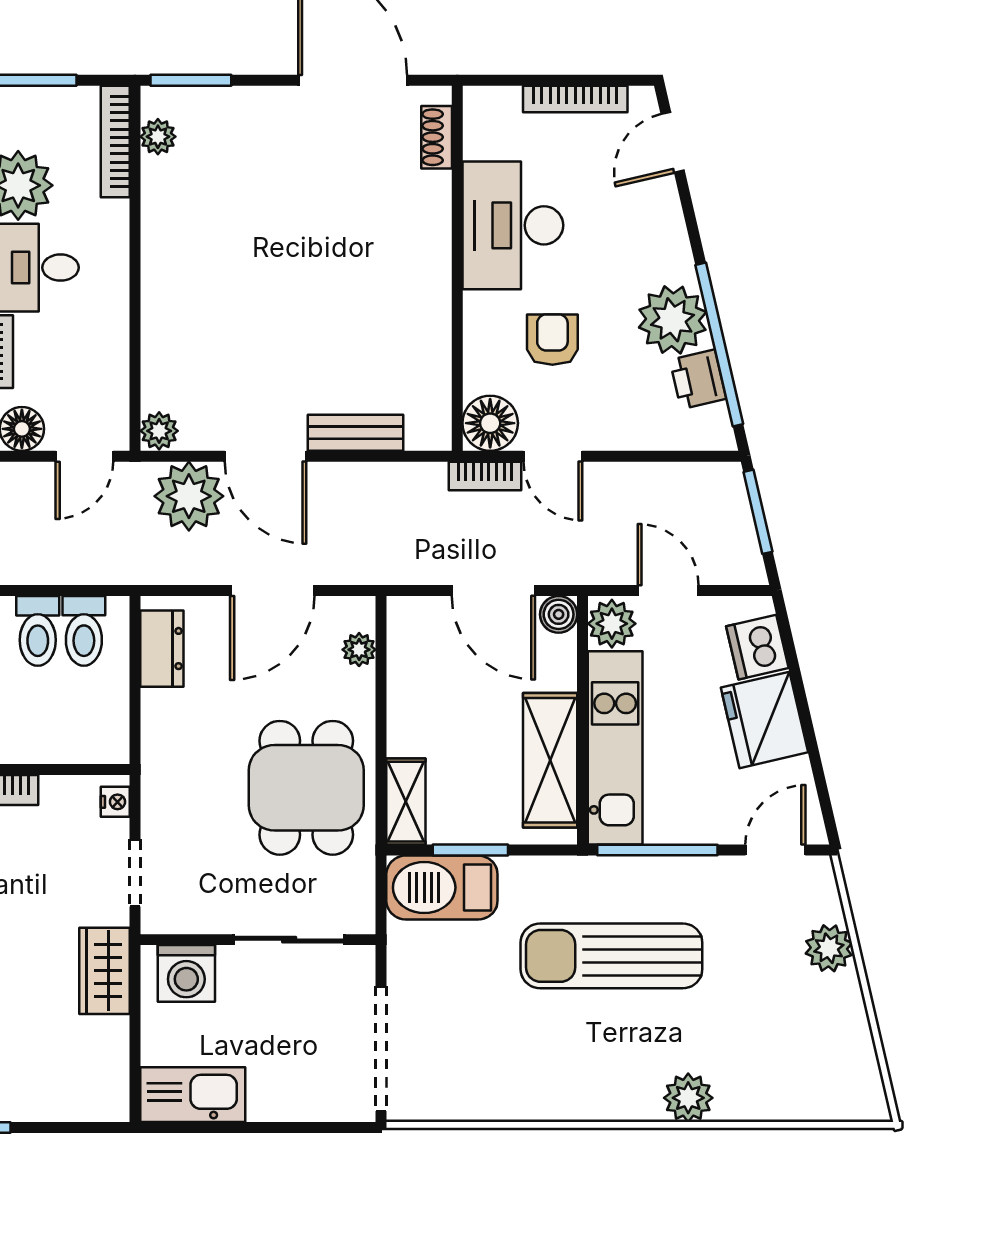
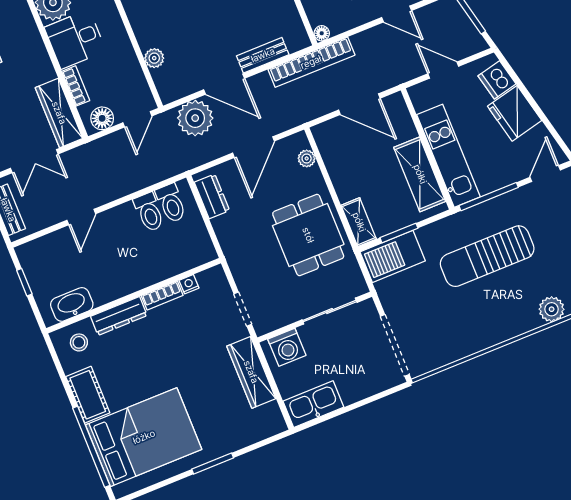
floor lamp: (490, 423) -> (322, 33), width x0.53, depth x0.53
plant: (159, 431) -> (154, 58), moved
door: (553, 456) -> (397, 14), moved
bookcase: (485, 476) -> (311, 62), width x2.31, depth x1.31
boiler: (559, 614) -> (395, 103), removed
plant: (612, 624) -> (423, 97), removed
nightstand: (115, 802) -> (189, 284), moved, turned -90
wardrobe: (104, 971) -> (251, 372), width x1.50

